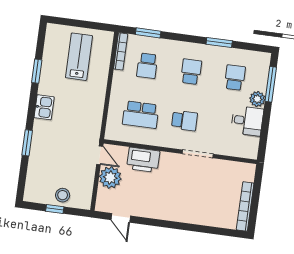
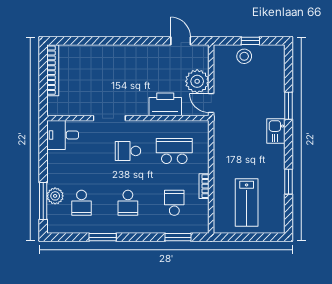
bookcase: (121, 51) -> (204, 186), moved, width x0.64
plant: (257, 99) -> (55, 196), moved
kitchen sink: (44, 107) -> (276, 131), moved
desk: (247, 121) -> (63, 135), moved

